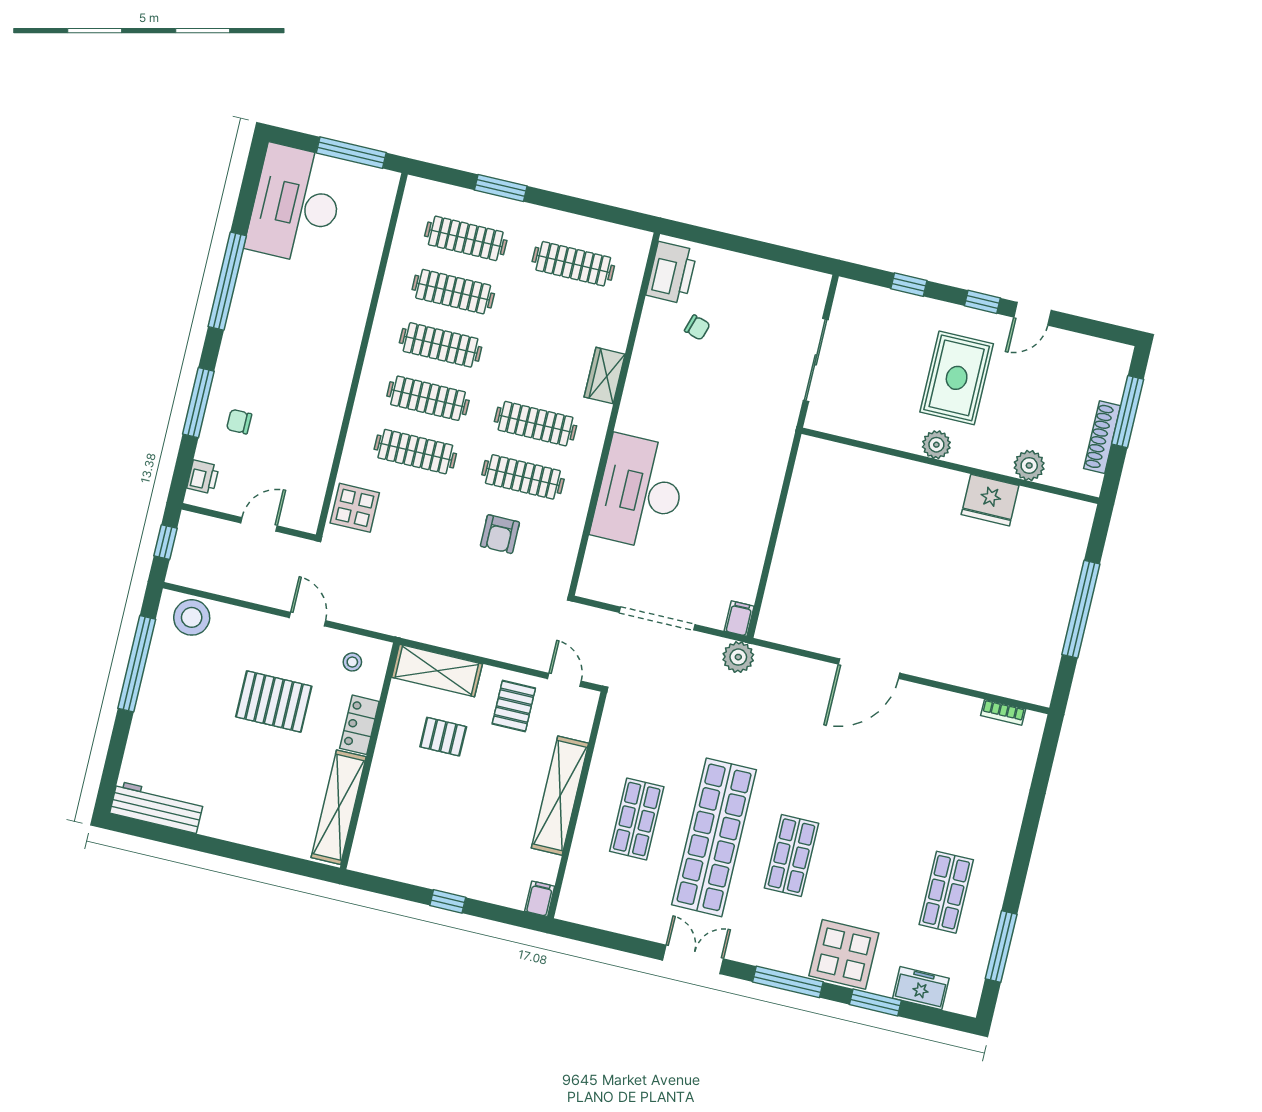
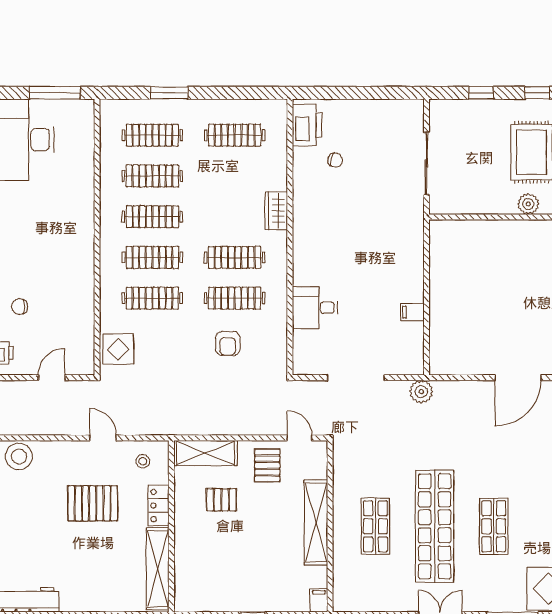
desk: (640, 492) -> (315, 308), width x0.53, depth x0.77
filing cabinet: (739, 619) -> (412, 312), moved, turned -90

